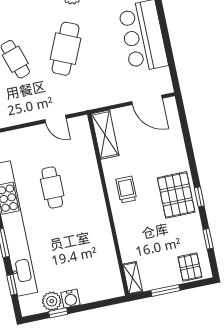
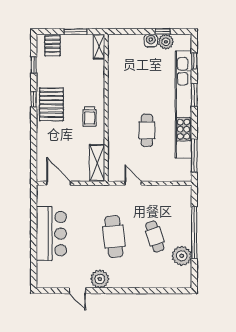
cafe table: (65, 49) -> (114, 236), turned -30

